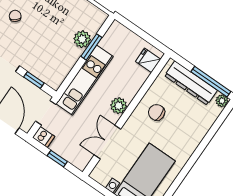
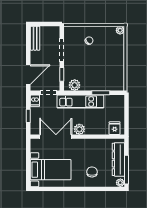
plant: (82, 39) -> (75, 85), moved
chair: (157, 112) -> (92, 172), moved
double door: (107, 142) -> (56, 137), width x1.37

